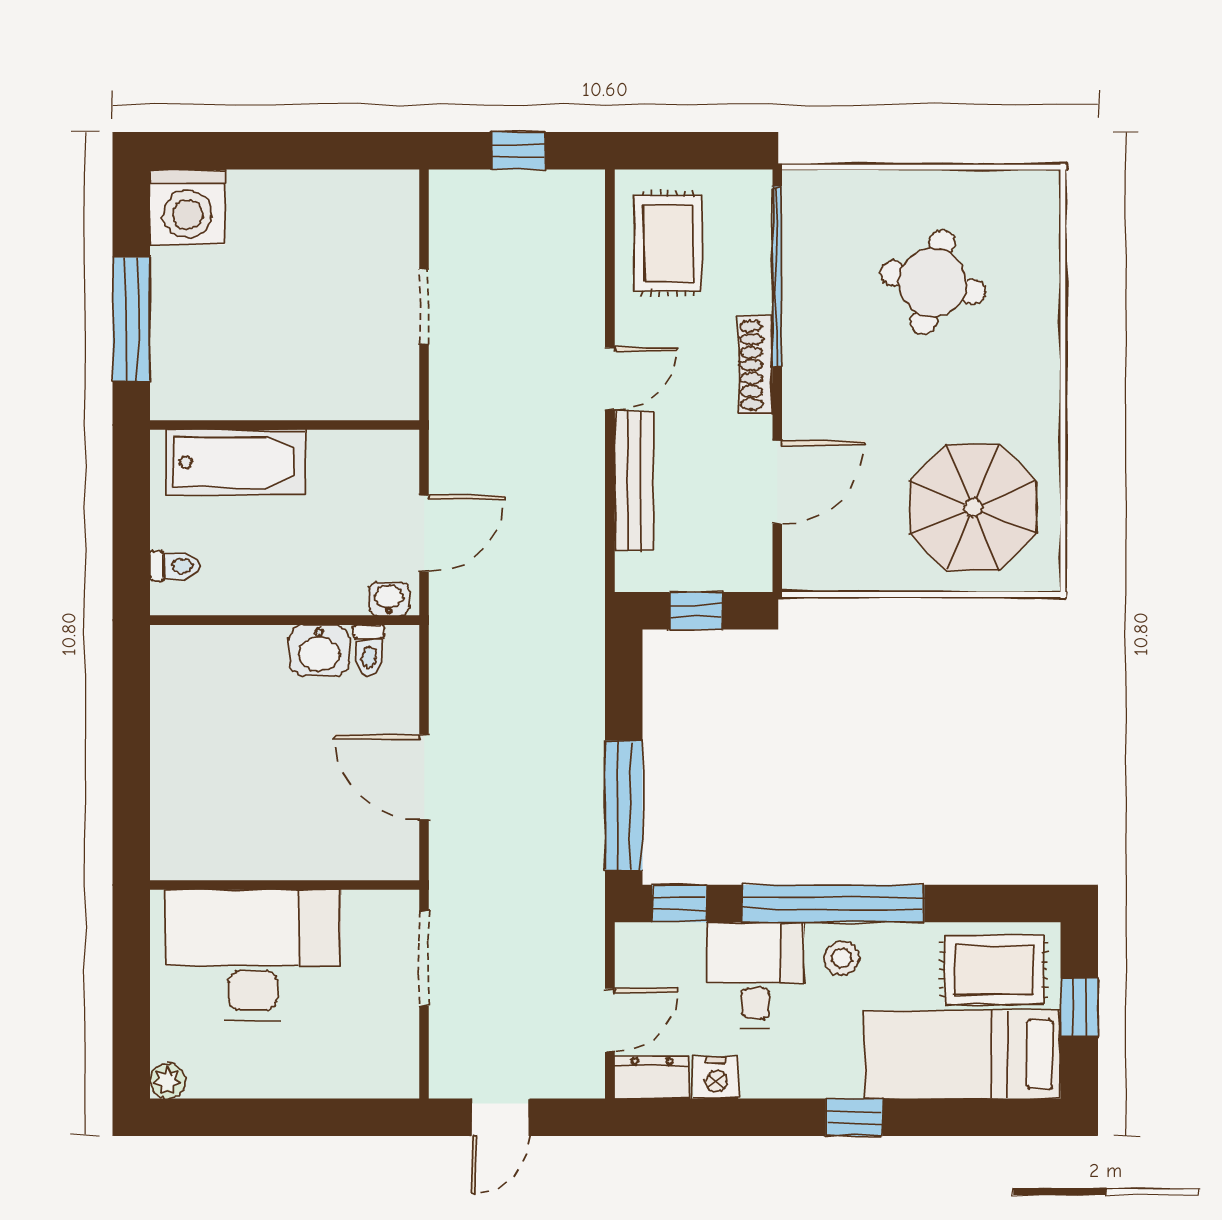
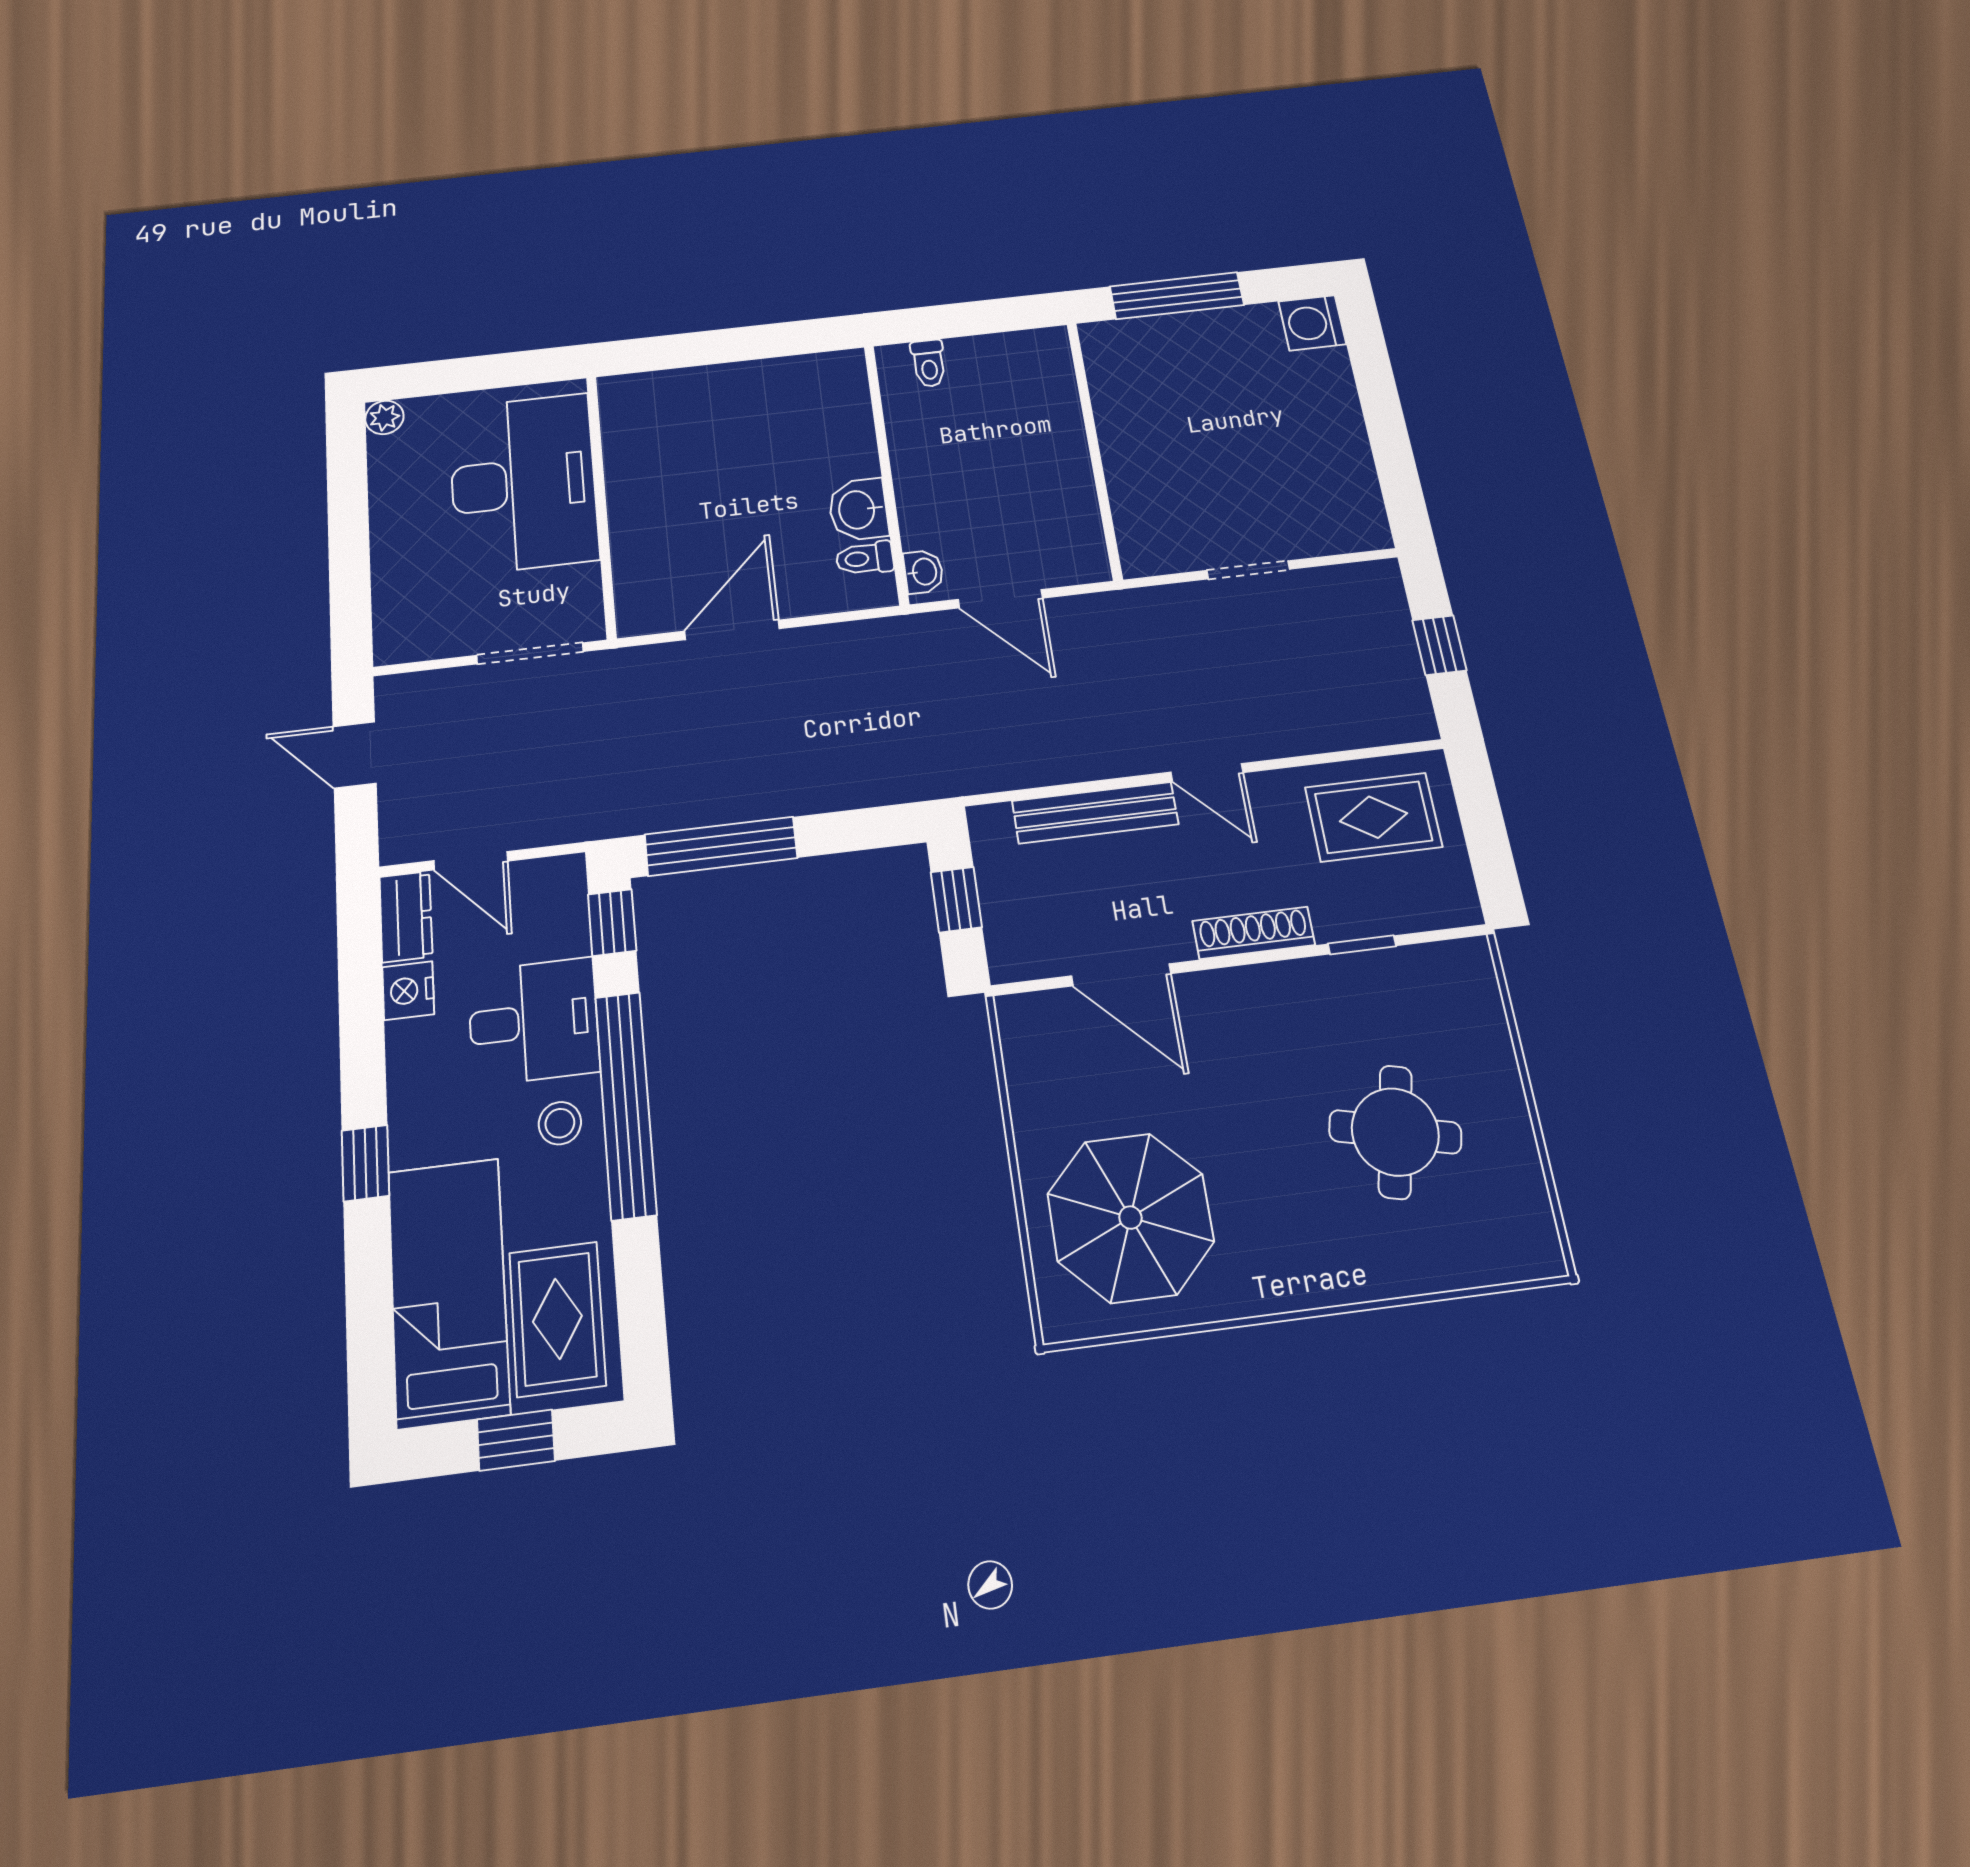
washing machine: (187, 207) -> (1312, 323), width x0.73, depth x0.73
window: (777, 277) -> (1362, 945), width x0.32
bathtub: (236, 462) -> (1046, 408), removed

